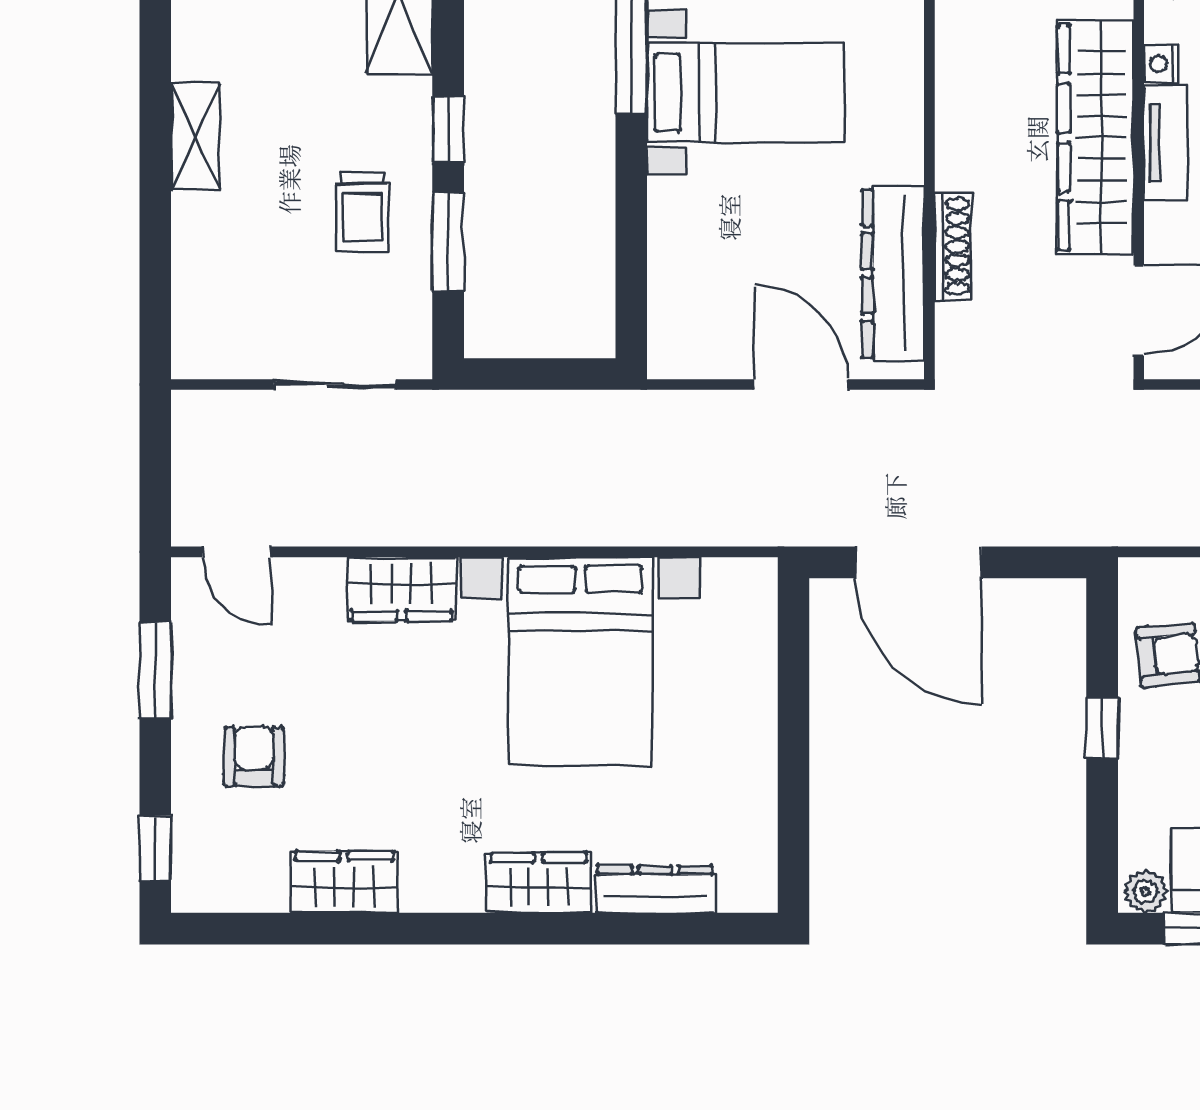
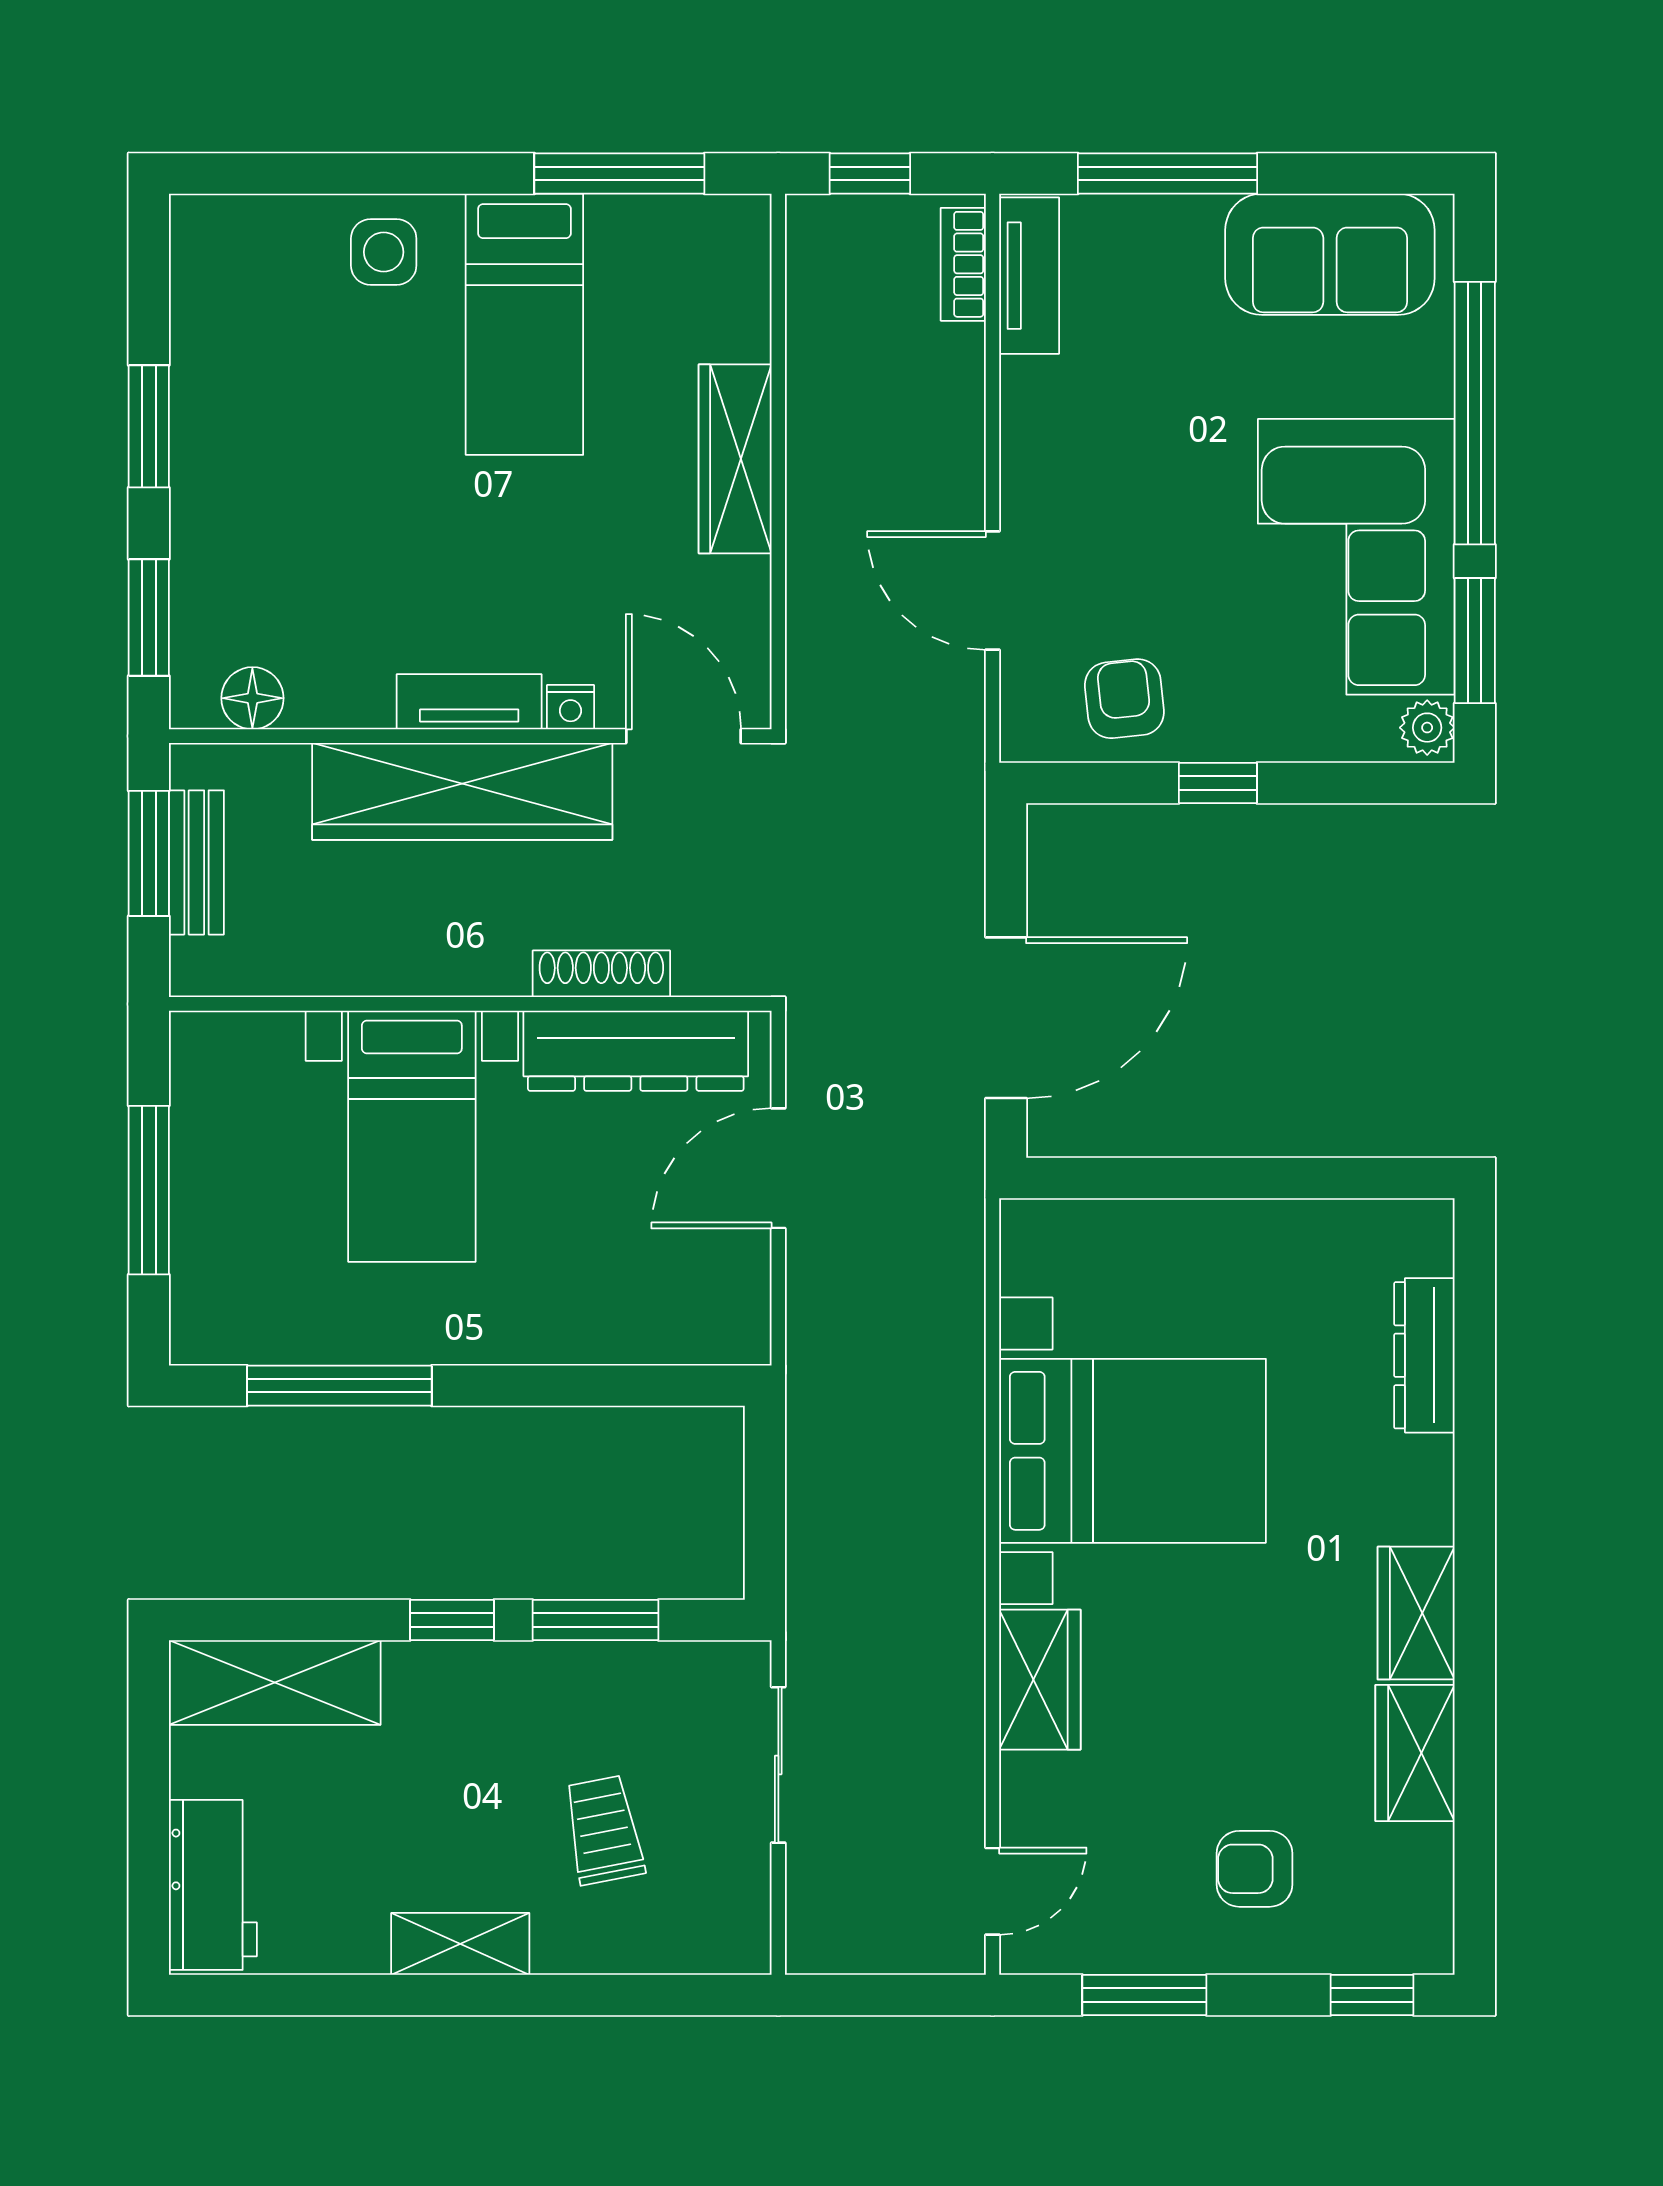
nightstand: (1161, 64) -> (570, 707), moved
bed with nightstands: (745, 92) -> (412, 1136), moved, turned 180
trolley: (362, 212) -> (604, 1830), moved, turned -101
wardrobe: (538, 883) -> (1416, 1613), moved

